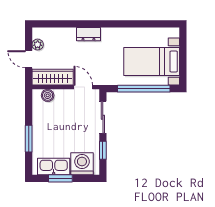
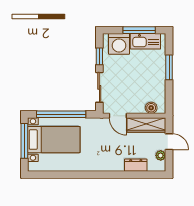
dresser: (88, 34) -> (136, 165), moved
window: (183, 60) -> (24, 141), added
window: (60, 178) -> (139, 30), width x1.44

